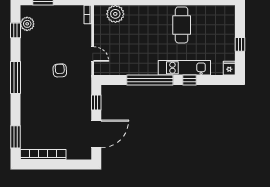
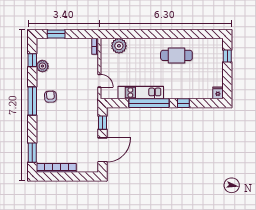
plant: (27, 24) -> (42, 66), moved
cafe table: (182, 25) -> (176, 55), turned 90
window: (240, 44) -> (227, 56), moved
kitchen unit: (184, 68) -> (141, 93), moved
armchair: (60, 70) -> (50, 97), moved

